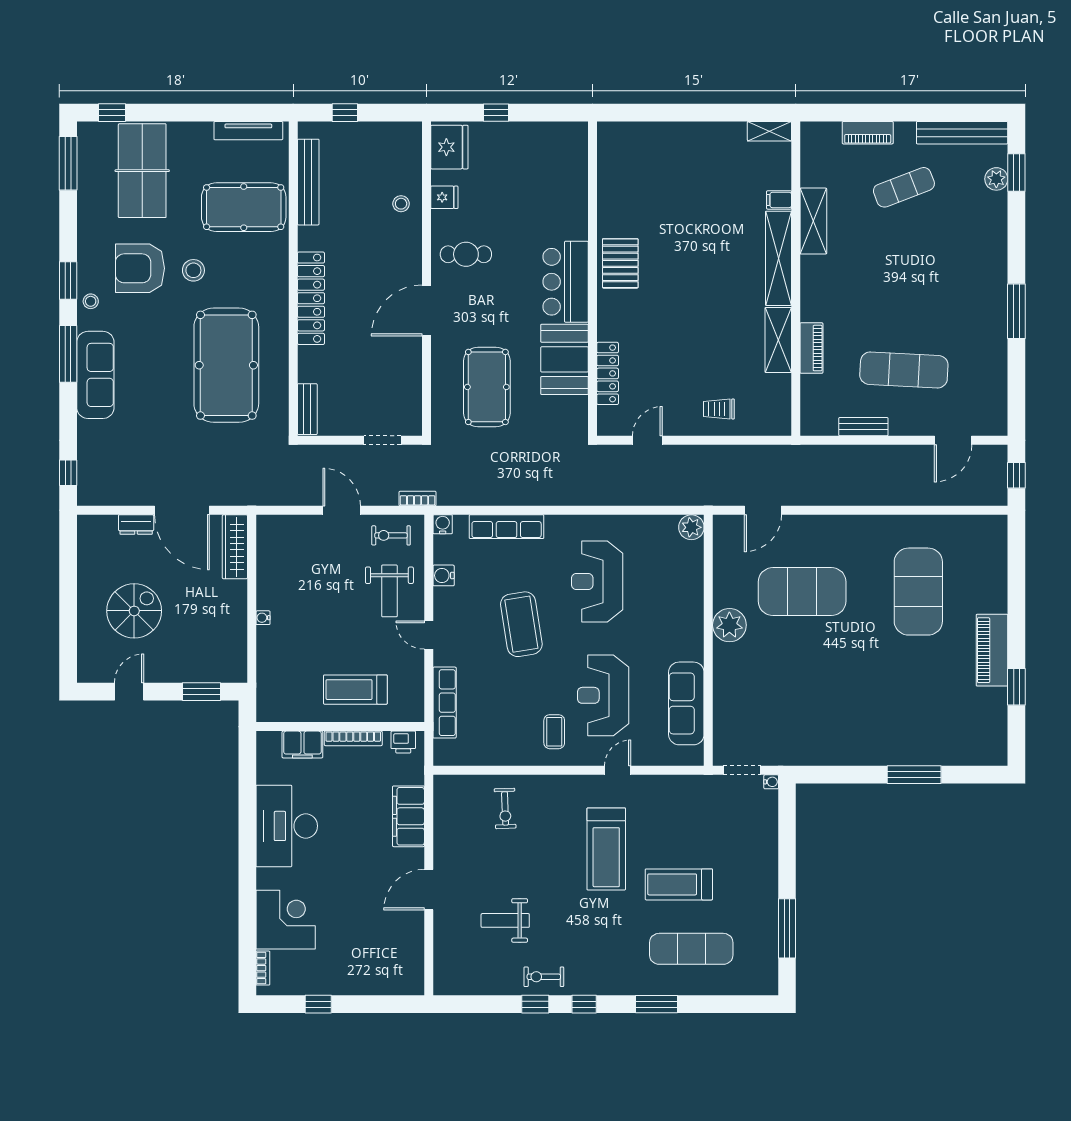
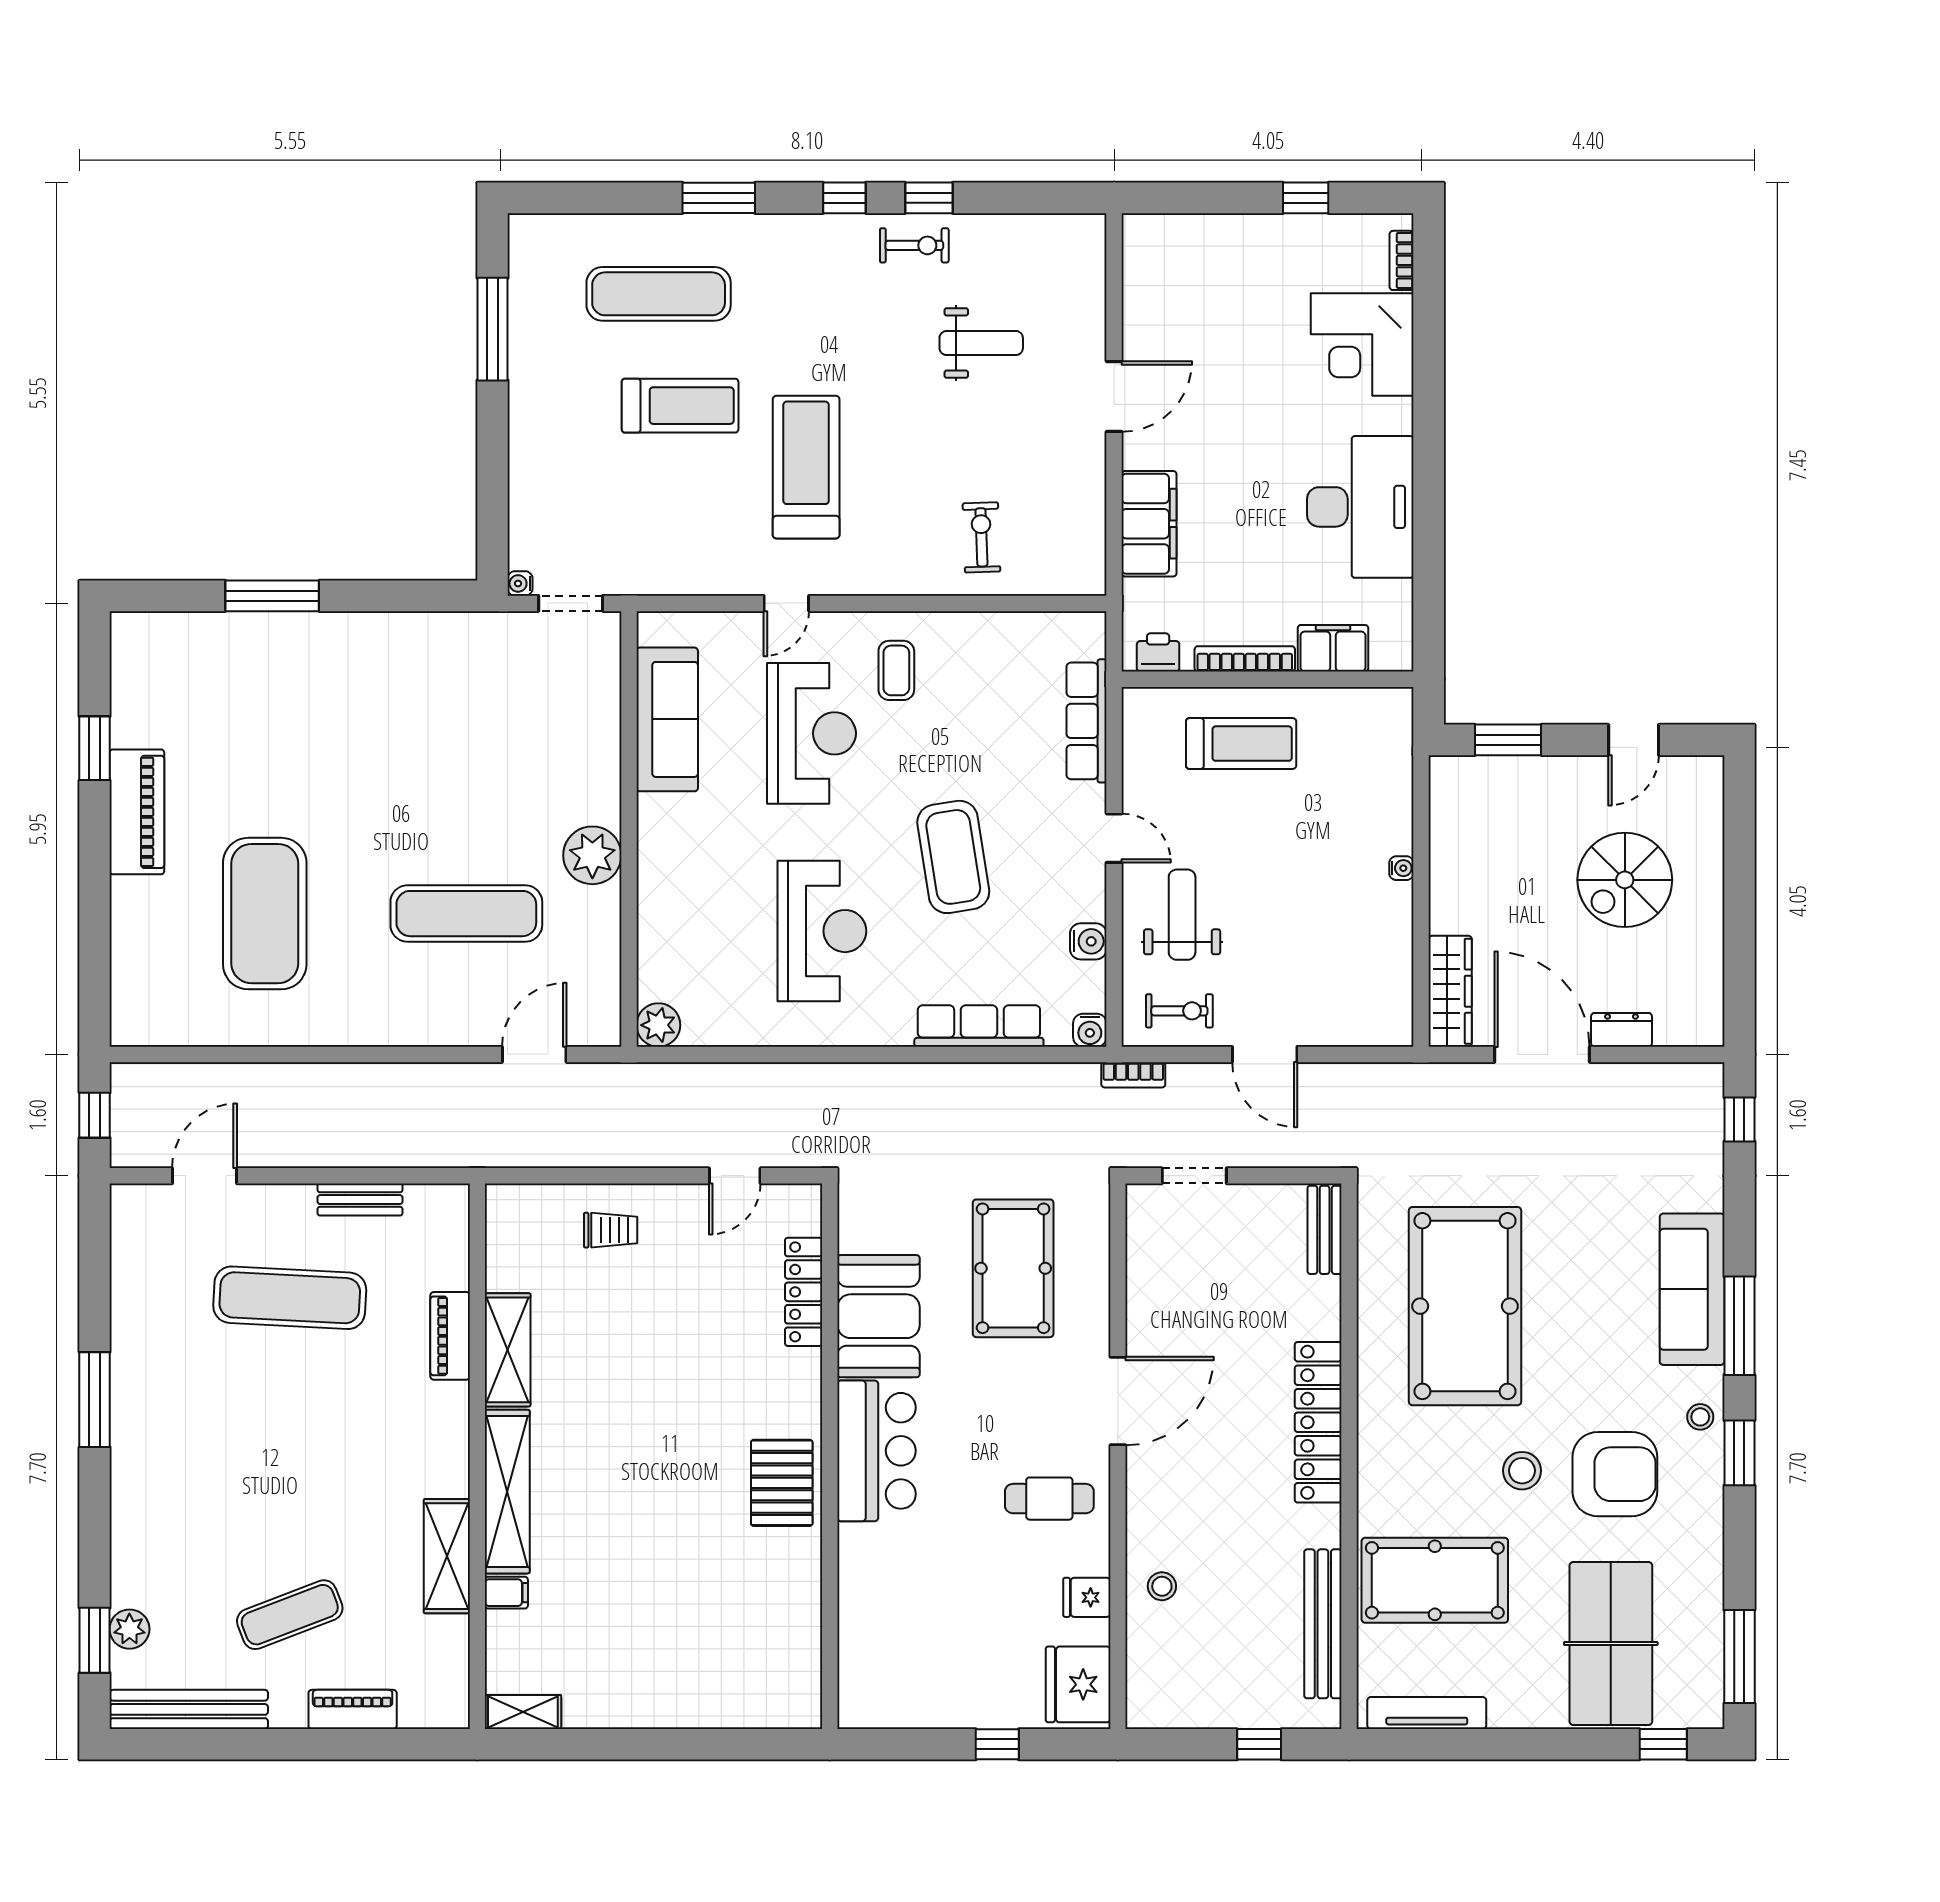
exercise mat: (802, 592) -> (466, 914), width x0.68

